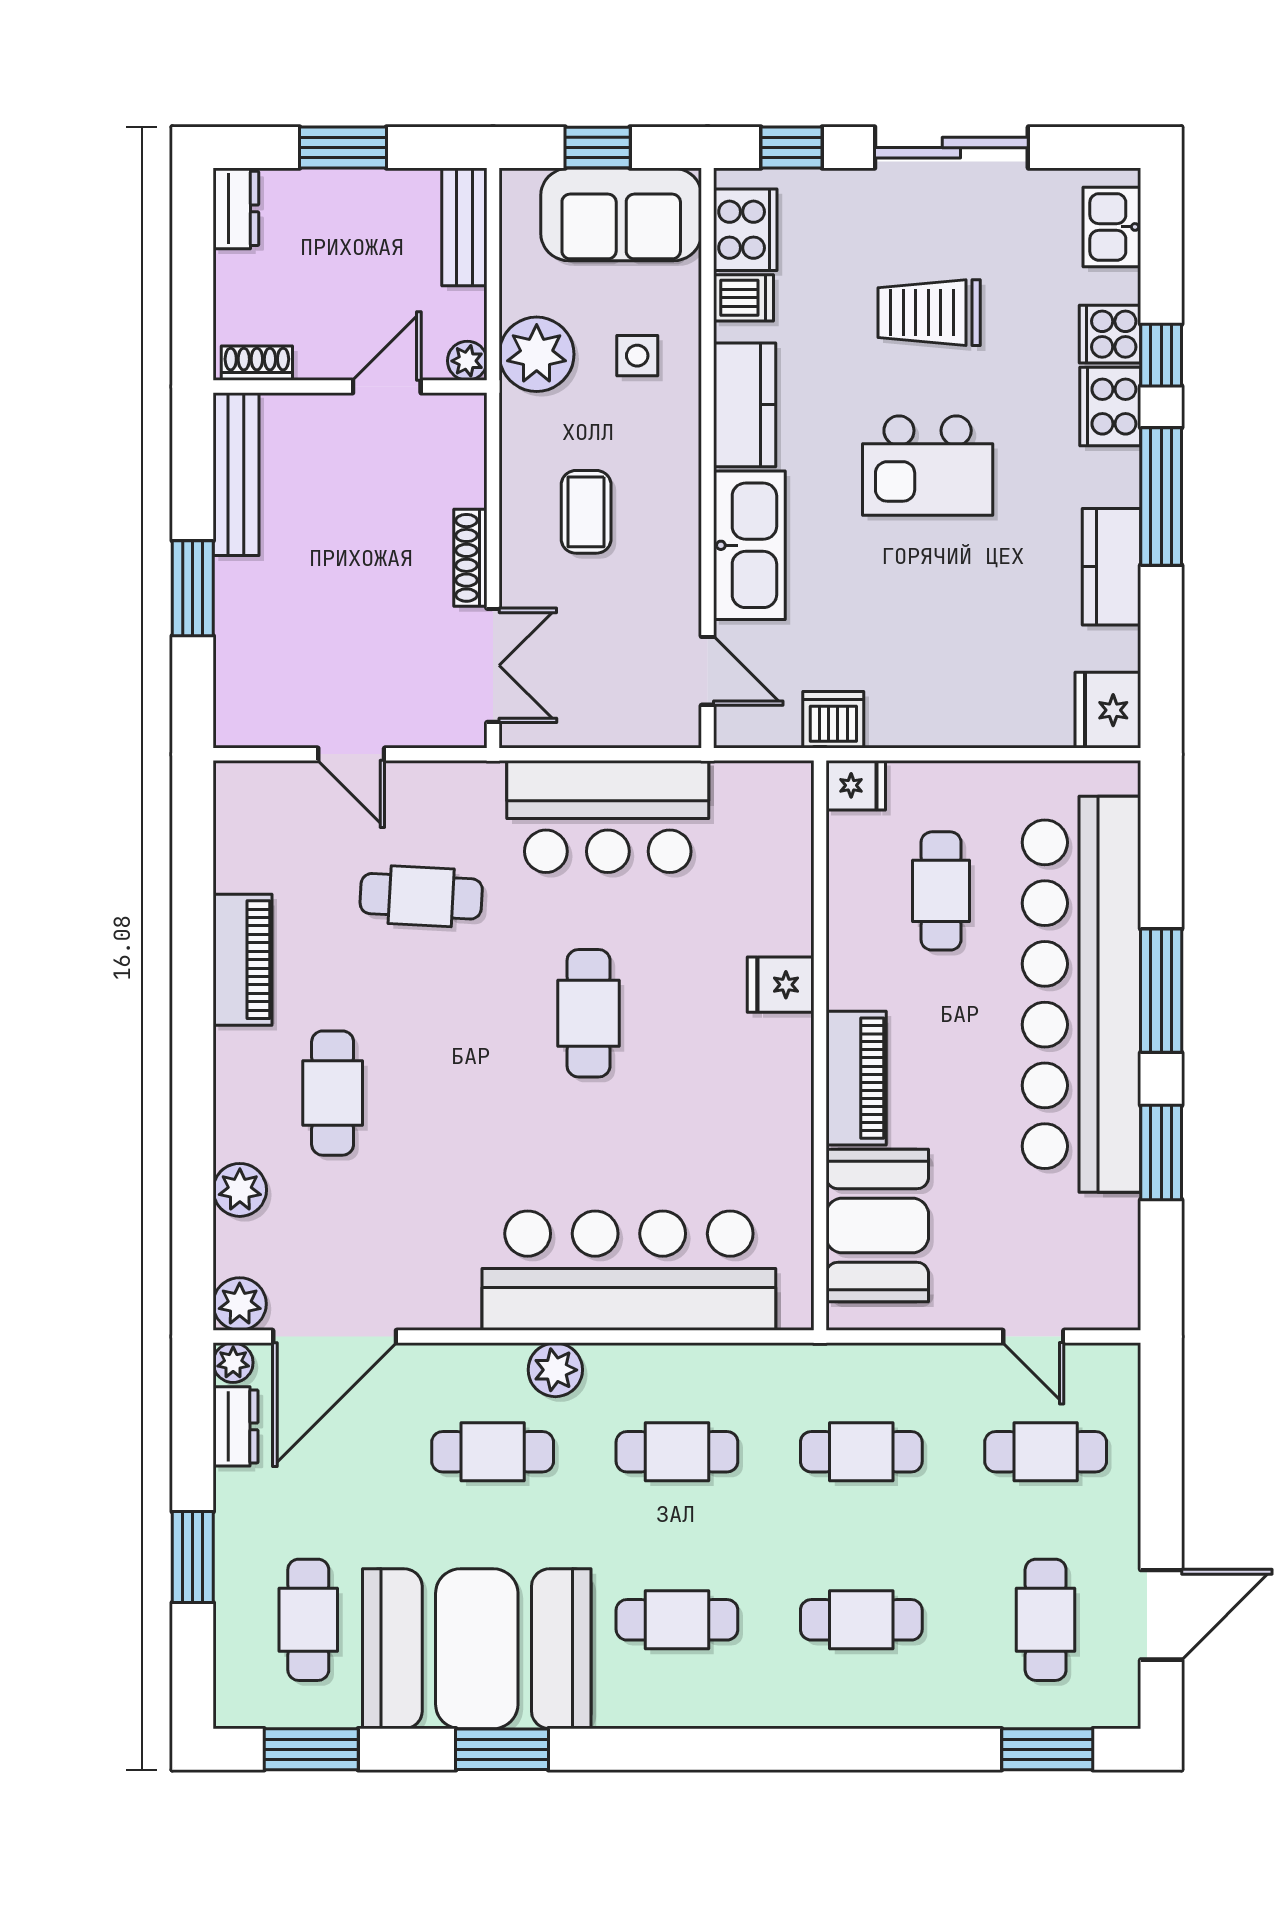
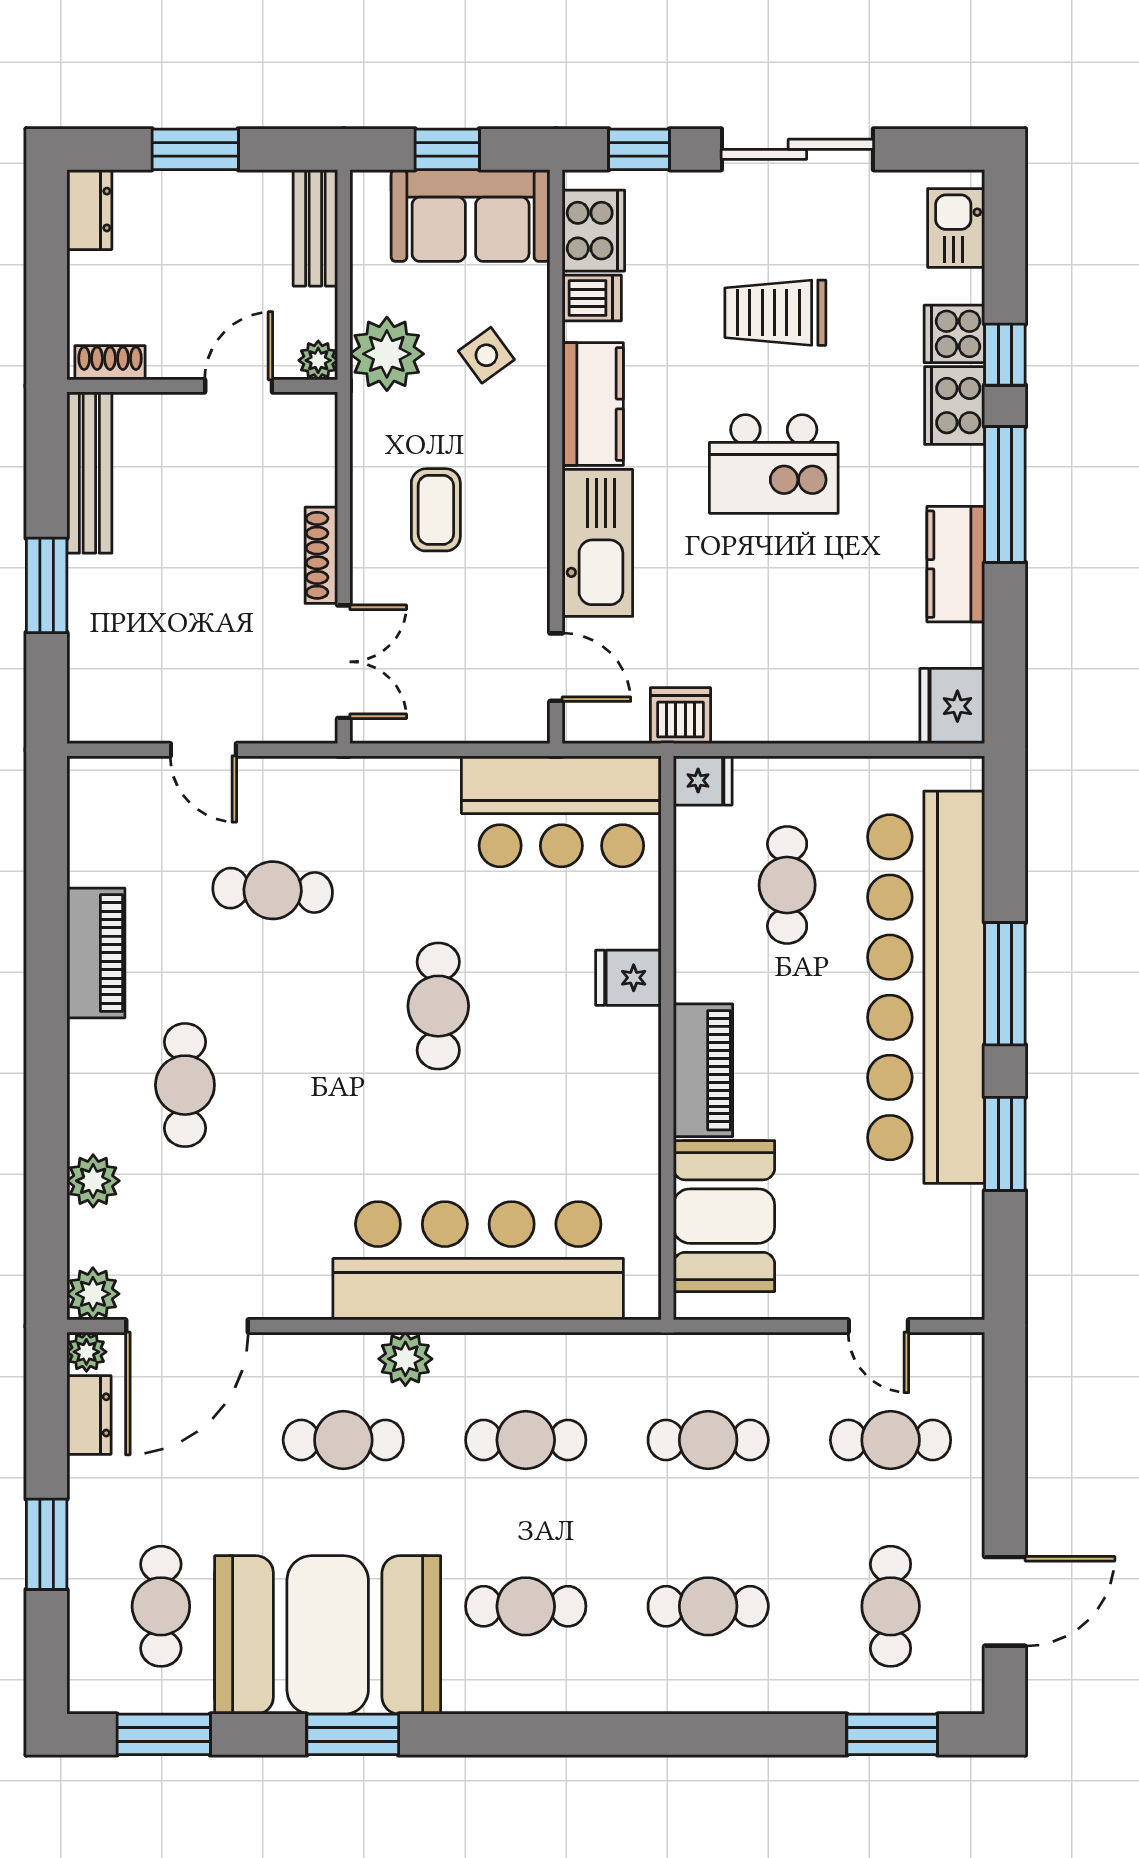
side table: (637, 356) -> (486, 355), turned -36
bar counter: (608, 817) -> (561, 811), moved

